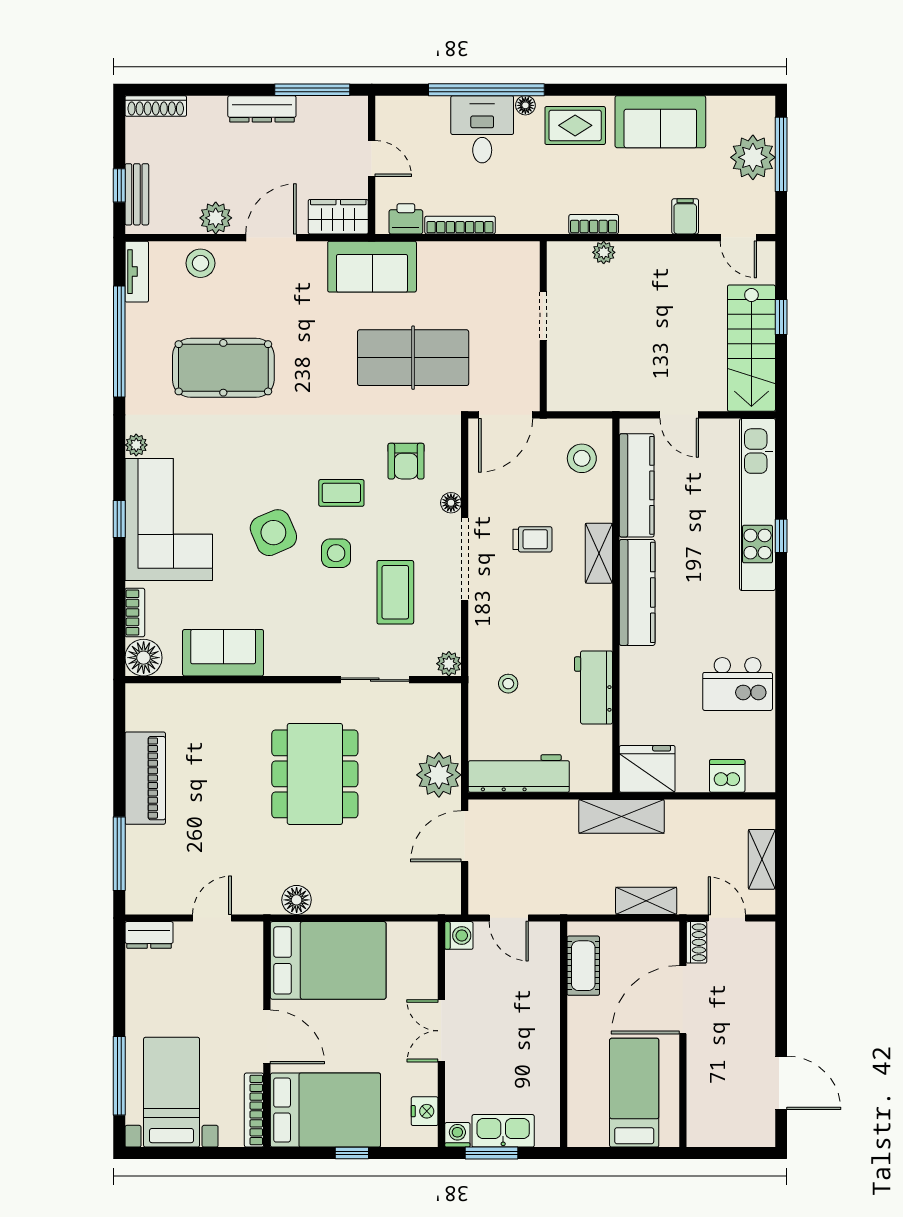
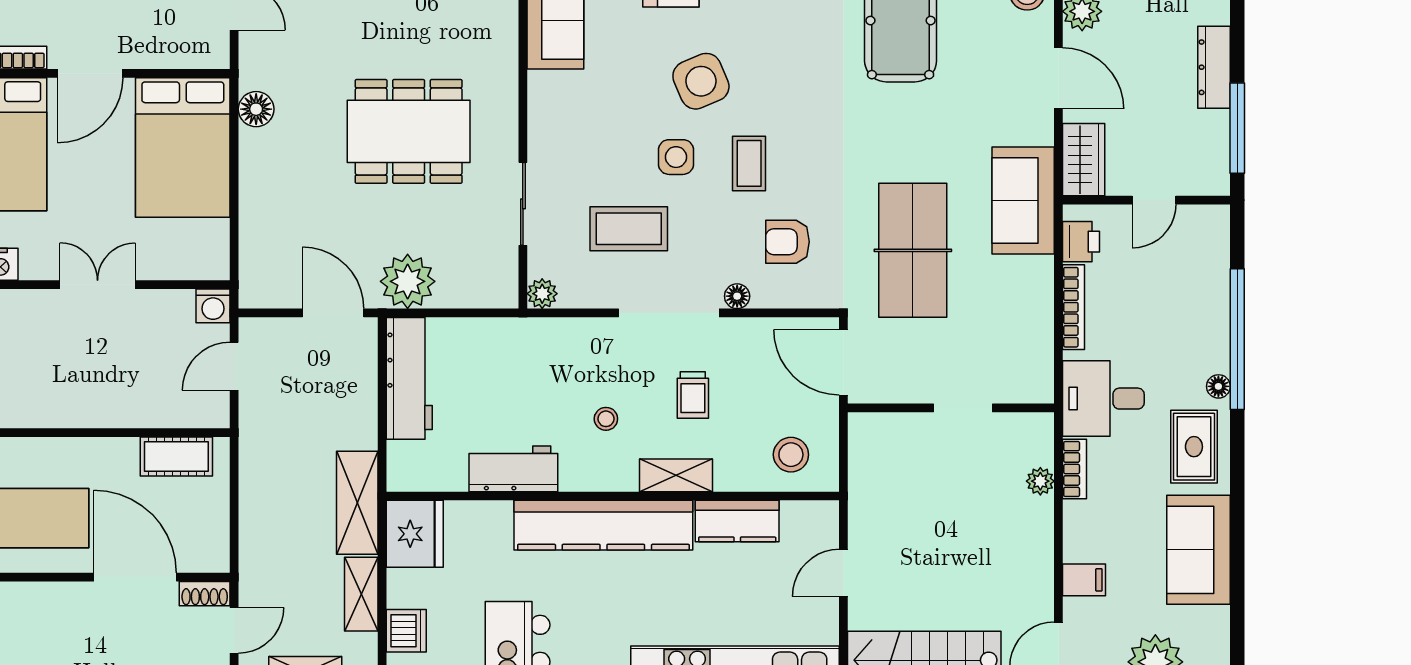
desk: (482, 129) -> (1103, 399), moved, turned 180
kitchen counter: (637, 485) -> (737, 521), width x0.67
kitchen counter: (637, 592) -> (603, 525), width x1.39, depth x1.17
stool: (508, 684) -> (606, 419), moved
shelving: (646, 901) -> (361, 594), moved

